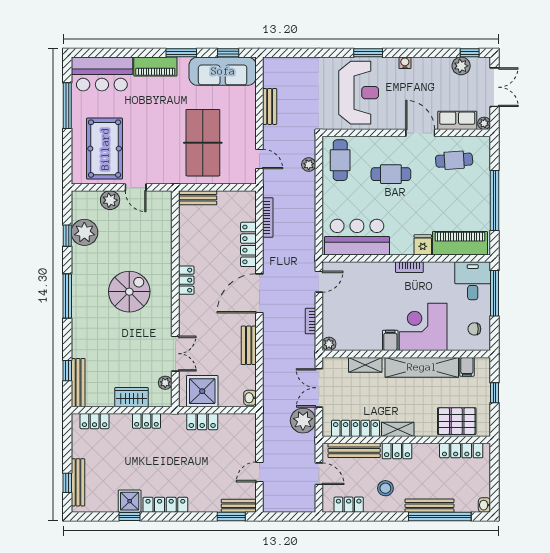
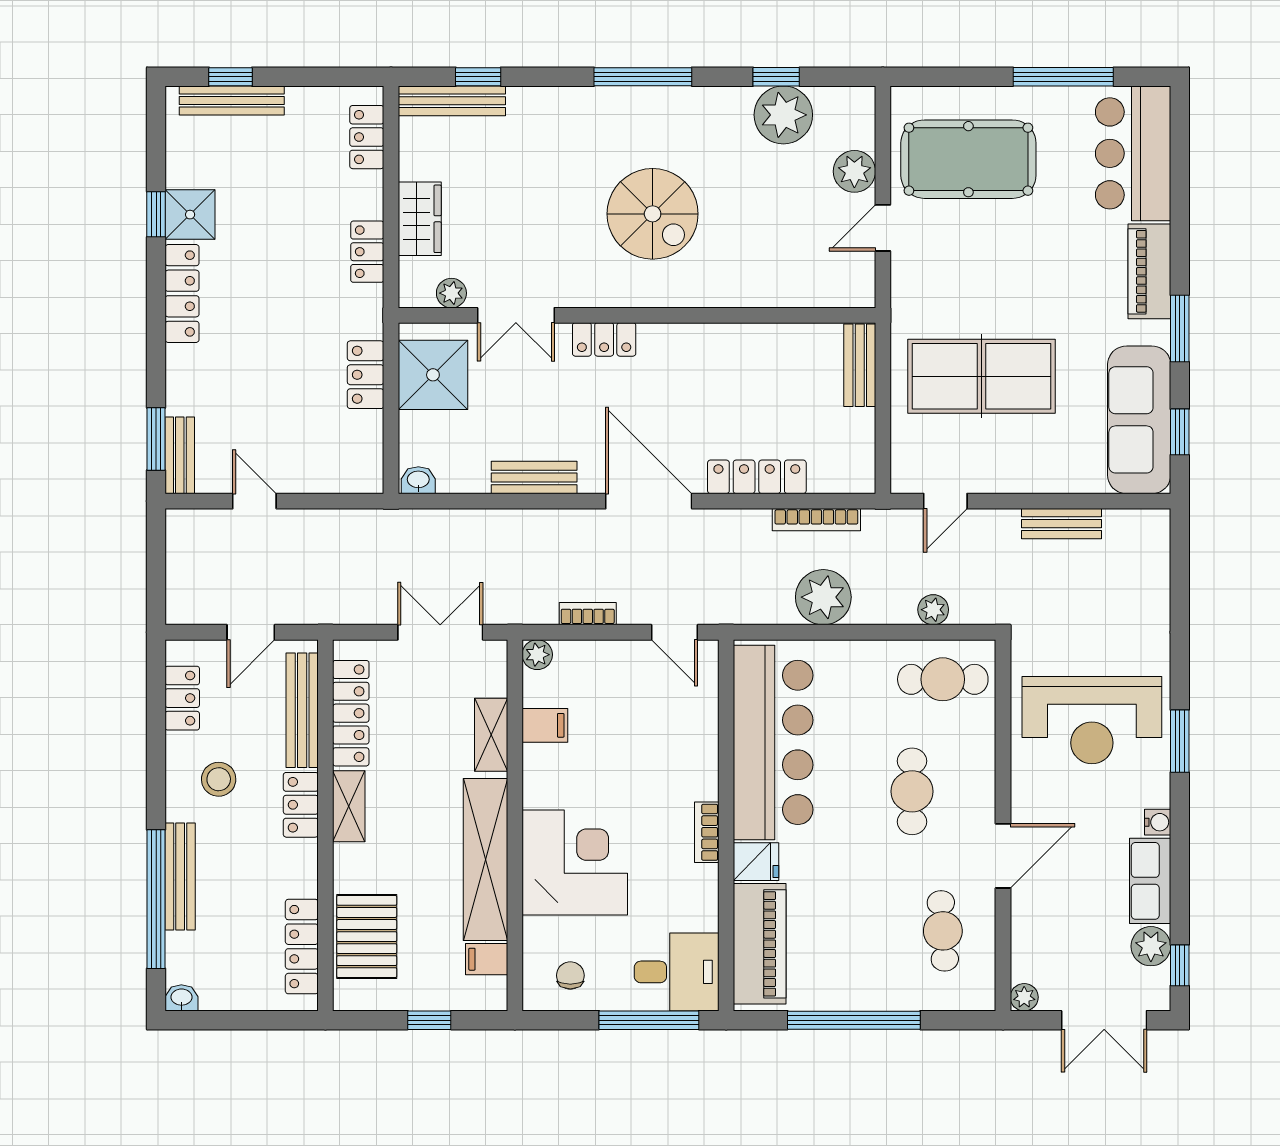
row of seats: (457, 120) -> (1150, 881), moved, turned 180
bar counter: (357, 237) -> (773, 742), width x1.36
locker: (186, 280) -> (604, 339), moved
filing cabinet: (390, 340) -> (545, 725), moved
plant: (303, 421) -> (823, 597), moved

